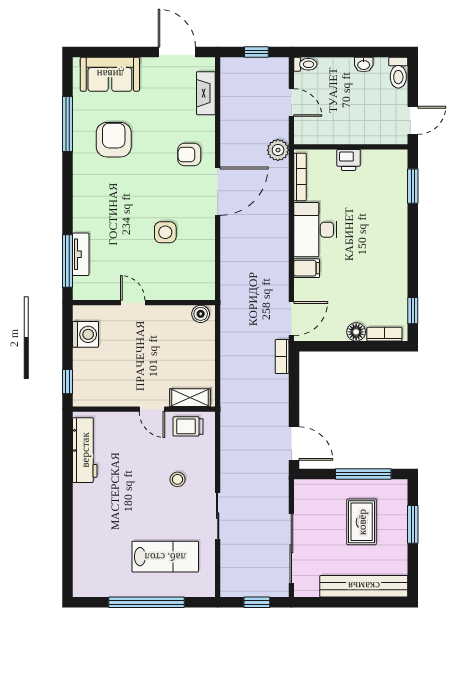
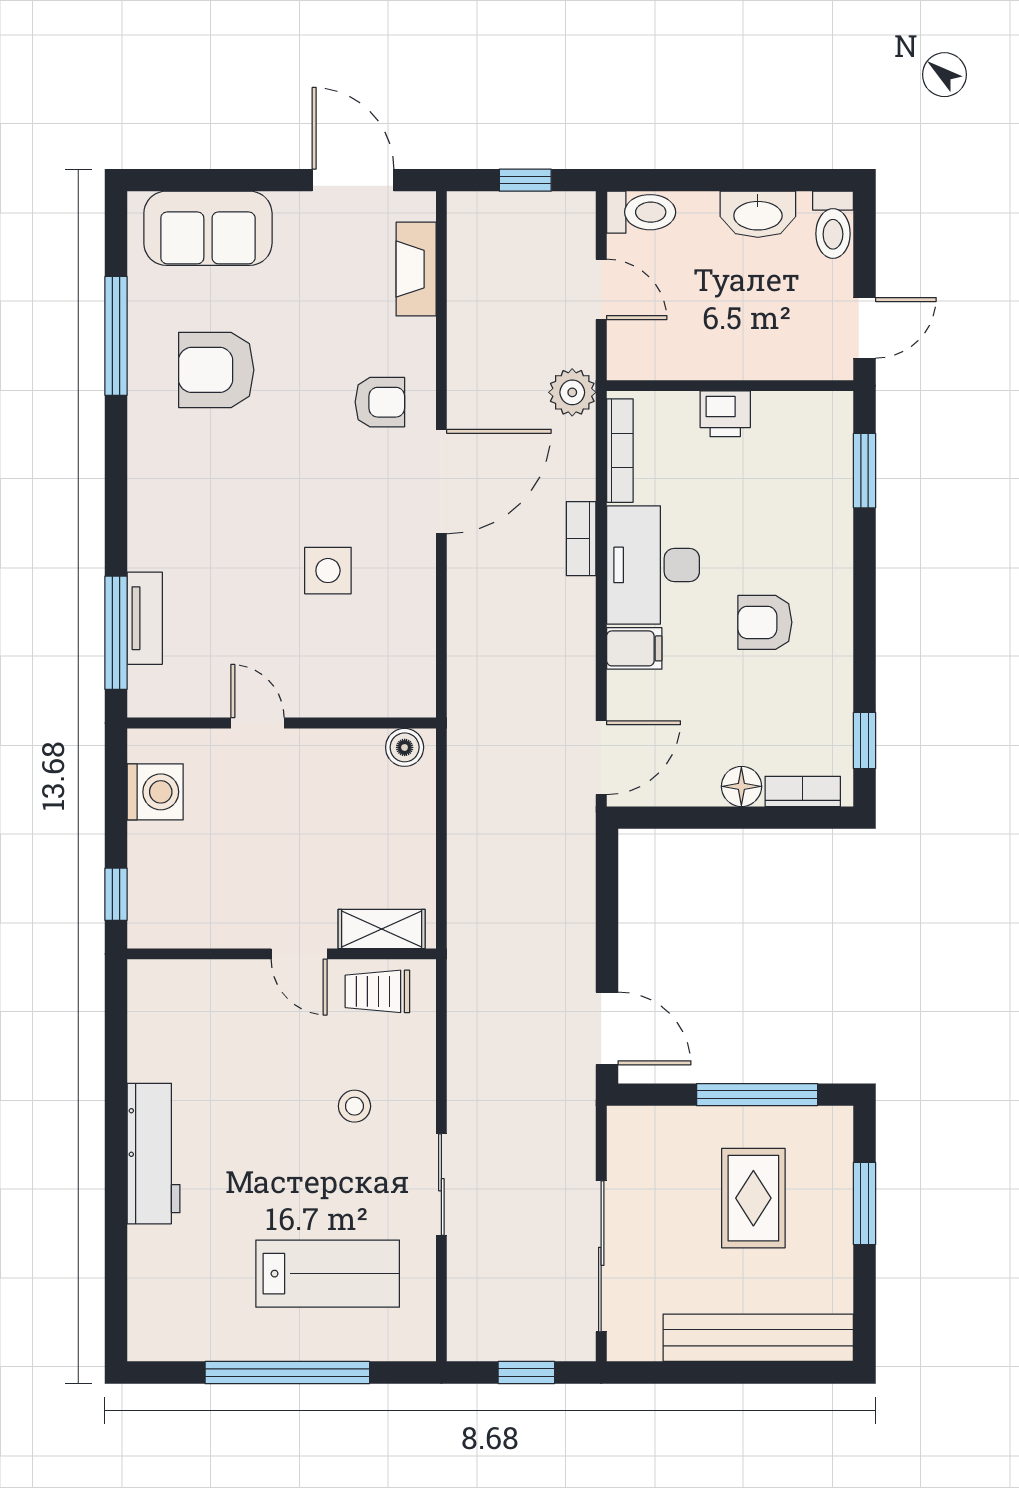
toilet: (305, 64) -> (641, 212), width x1.37, depth x1.39
washbasin: (364, 65) -> (758, 214), width x1.91, depth x1.45
armchair: (114, 140) -> (216, 370), turned -90
armchair: (189, 155) -> (380, 402), turned 180
armchair: (367, 256) -> (765, 622), added
bookcase: (282, 357) -> (581, 539), moved
workbench: (85, 450) -> (154, 1154), moved

